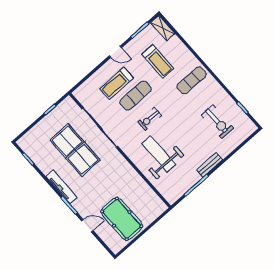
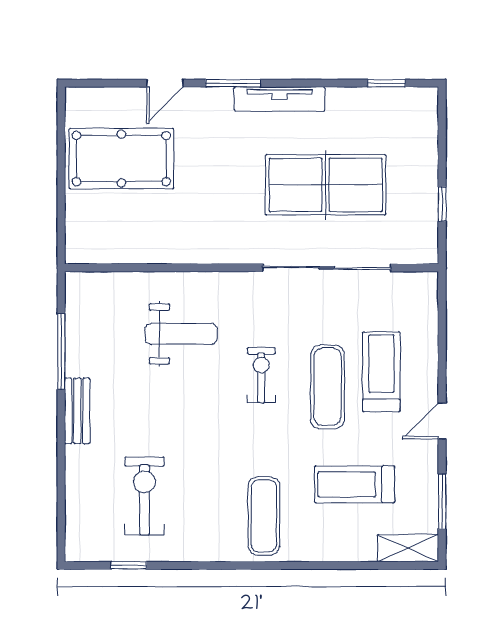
exercise bike: (217, 122) -> (145, 496), turned 90
weight bench: (159, 154) -> (181, 334), width x0.73, depth x0.75

